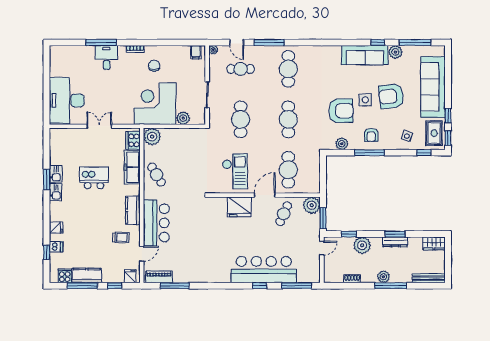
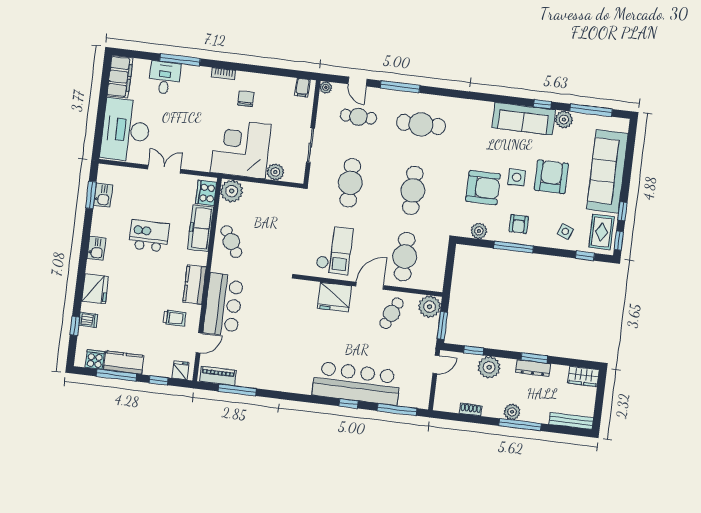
desk: (106, 57) -> (165, 78), moved
filing cabinet: (57, 61) -> (120, 77), added
cafe table: (288, 69) -> (421, 124), turned 90
armchair: (391, 96) -> (551, 177), turned 96
kitchen sink: (56, 174) -> (103, 195), moved
window: (47, 180) -> (91, 195), moved
fridge: (56, 228) -> (95, 289), width x1.88, depth x1.34

